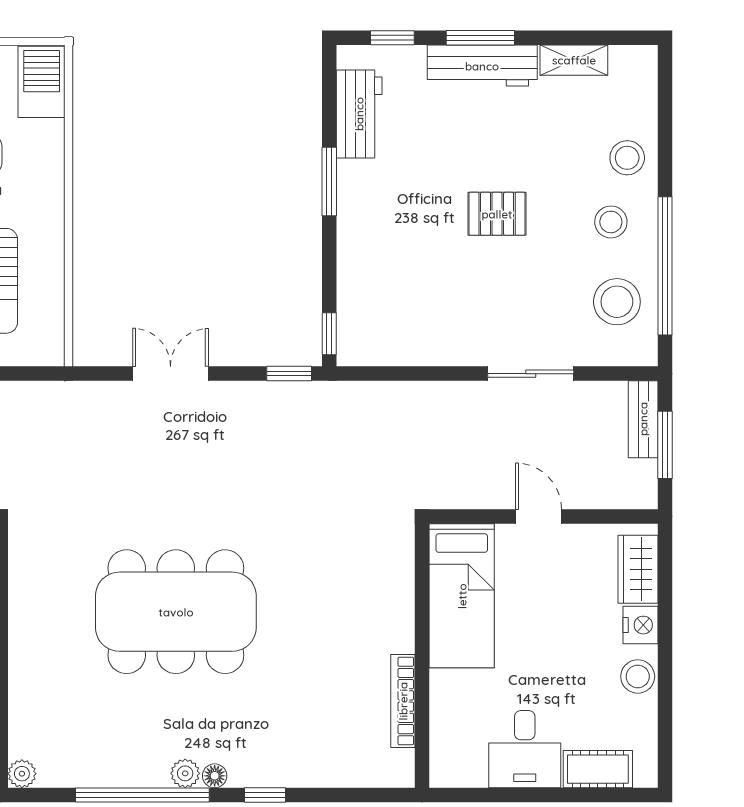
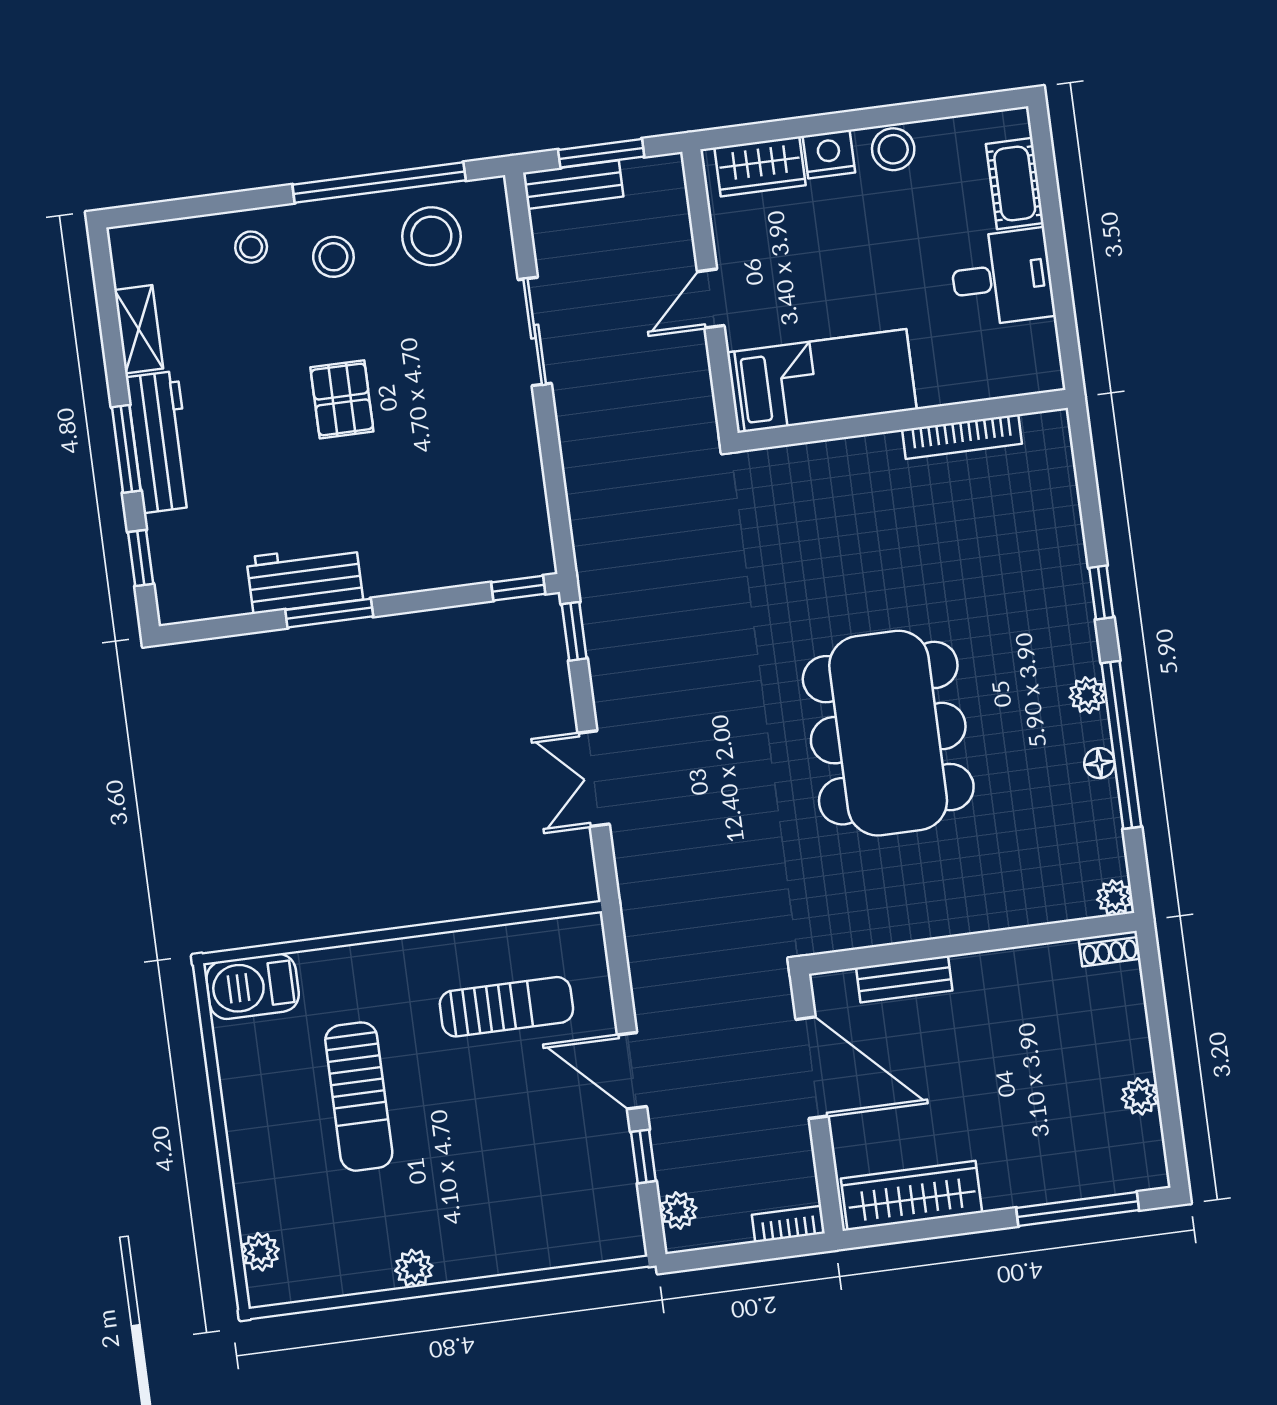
workbench: (359, 114) -> (305, 578), moved
stool: (627, 158) -> (251, 247), width x0.73, depth x0.73
floor lamp: (215, 776) -> (1099, 763), moved

